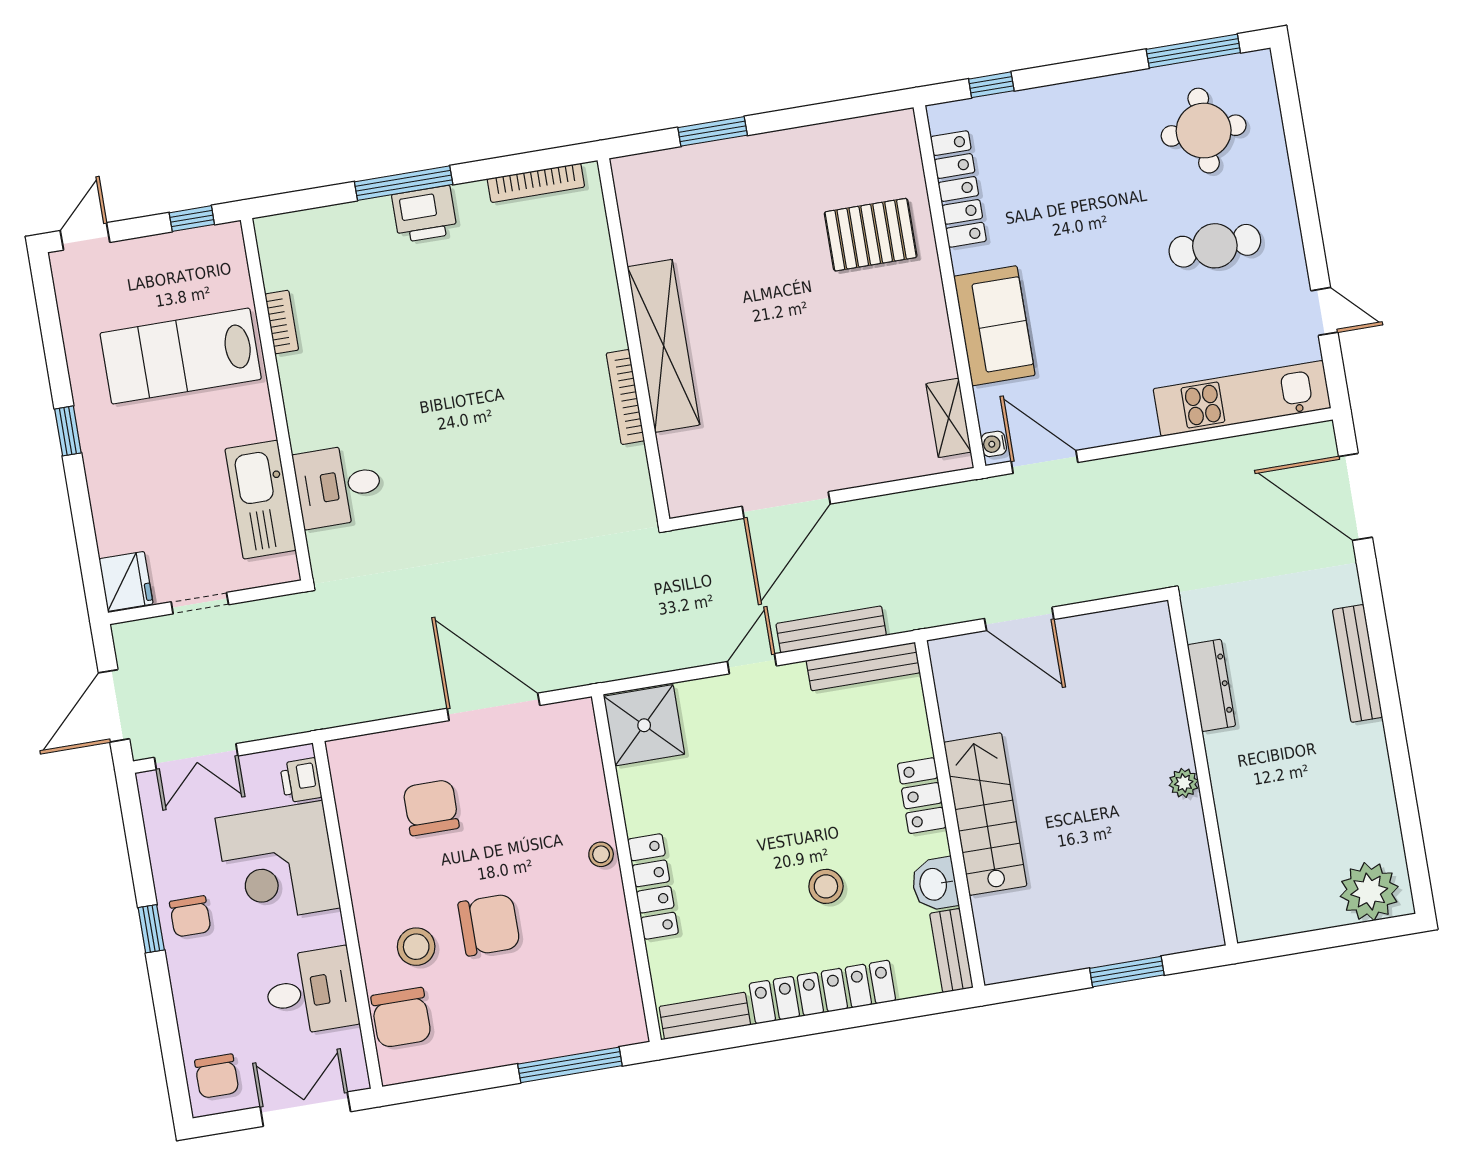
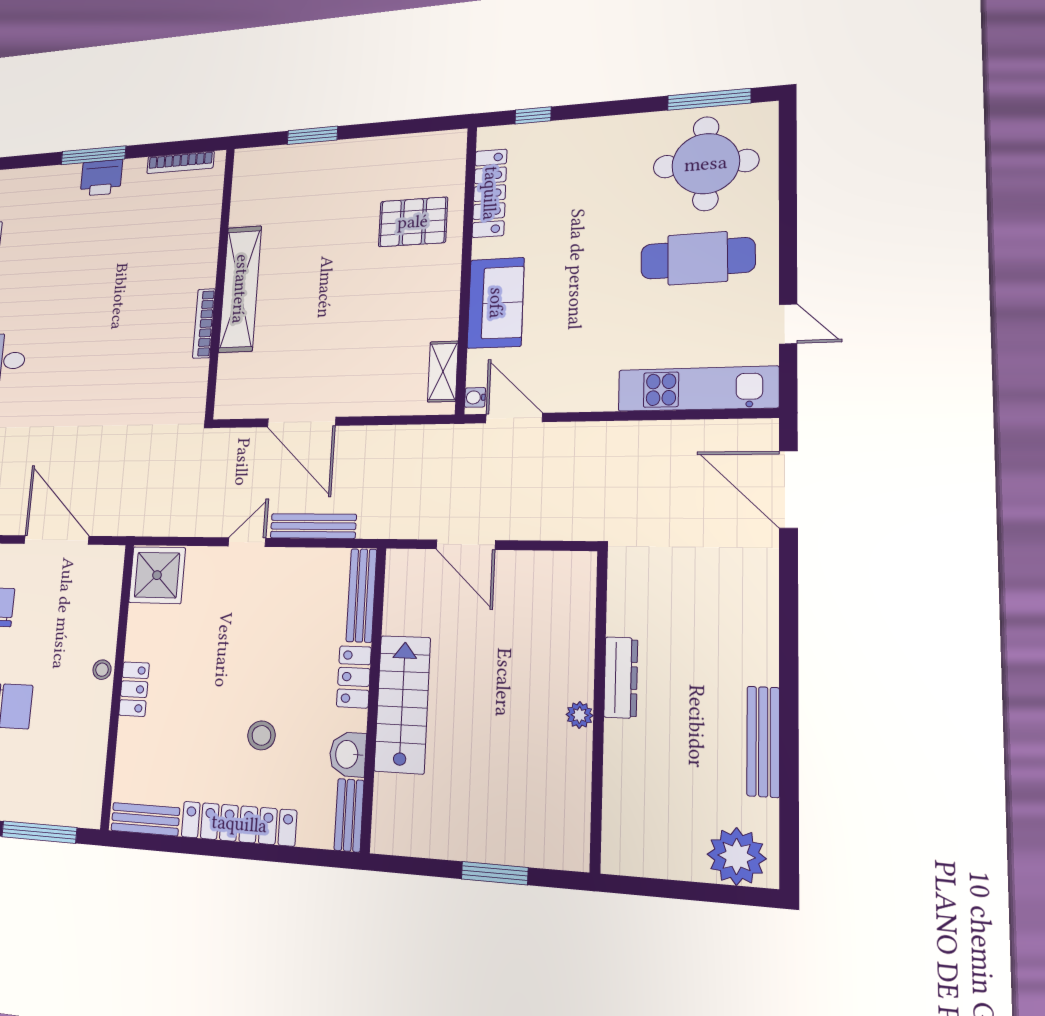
round table: (1204, 131) -> (706, 164), width x1.36, depth x1.36
cafe table: (1215, 246) -> (698, 258), width x1.37, depth x1.35
door: (786, 505) -> (301, 422), hinge flipped
bench: (1357, 663) -> (763, 742), moved
bench: (863, 667) -> (361, 595), moved, turned 90
dresser: (1211, 685) -> (621, 678), moved
locker: (653, 886) -> (134, 689), width x0.66

